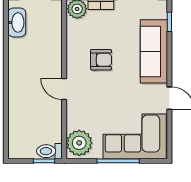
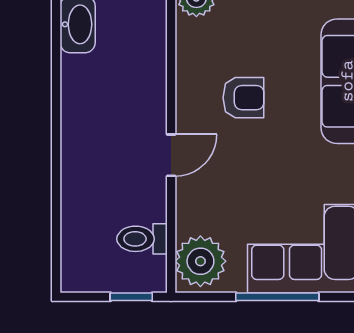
door: (64, 89) -> (171, 155), swing flipped
toilet: (49, 151) -> (142, 239), moved

